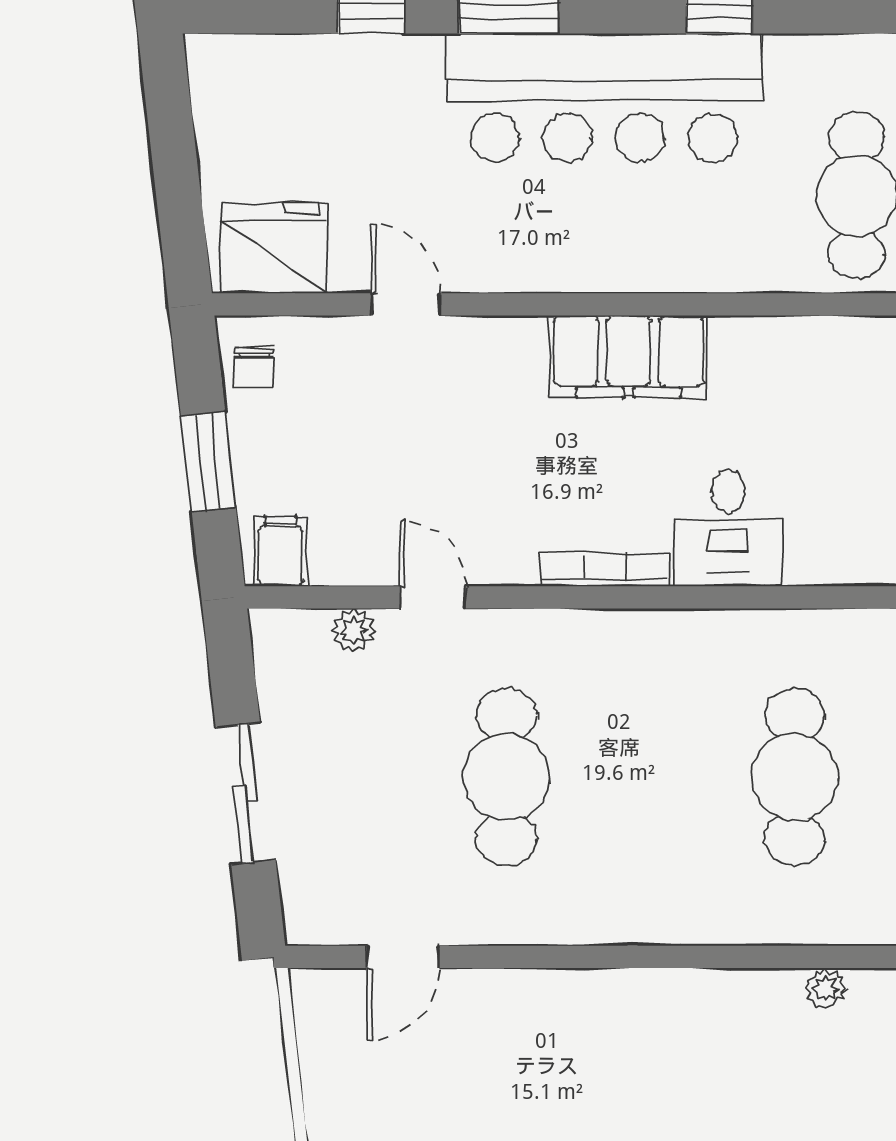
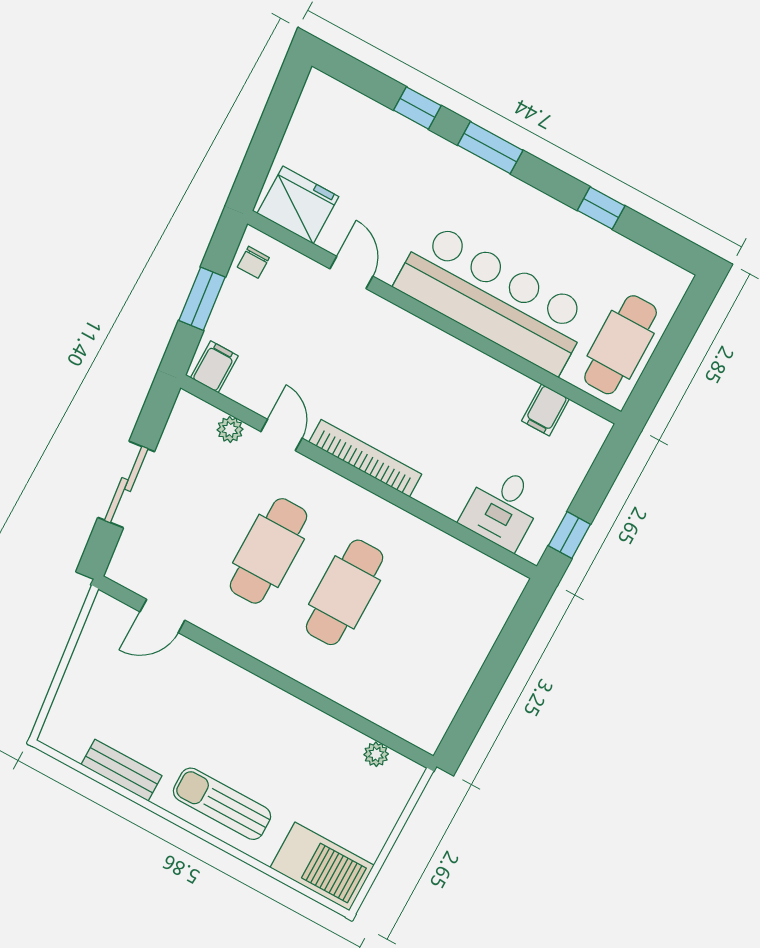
bar counter: (604, 98) -> (493, 298), moved, turned 180
filing cabinet: (628, 356) -> (545, 410), moved, width x0.33, depth x0.86
desk: (728, 528) -> (502, 508), moved
bookcase: (605, 570) -> (365, 458), width x1.48, depth x1.31
cafe table: (795, 777) -> (345, 592), moved

